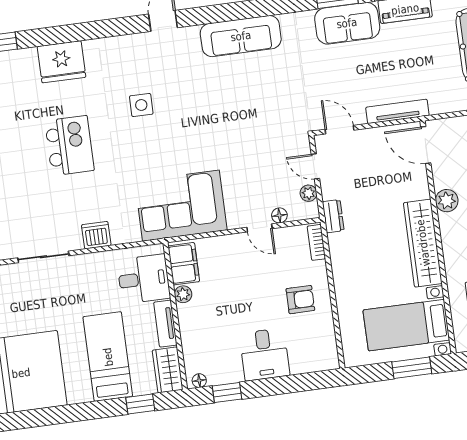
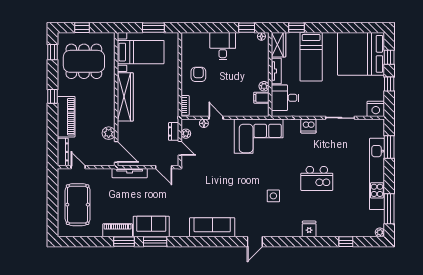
fridge: (62, 62) -> (309, 229), width x0.53, depth x0.75
kitchen island: (70, 146) -> (317, 178), turned -90
plant: (447, 201) -> (109, 133), moved
dresser: (333, 216) -> (174, 131), moved
filing cabinet: (184, 264) -> (261, 98), width x0.50
armchair: (300, 300) -> (198, 74), turned 90
window: (412, 368) -> (153, 28), moved

